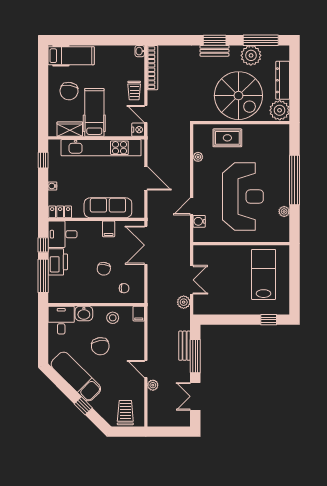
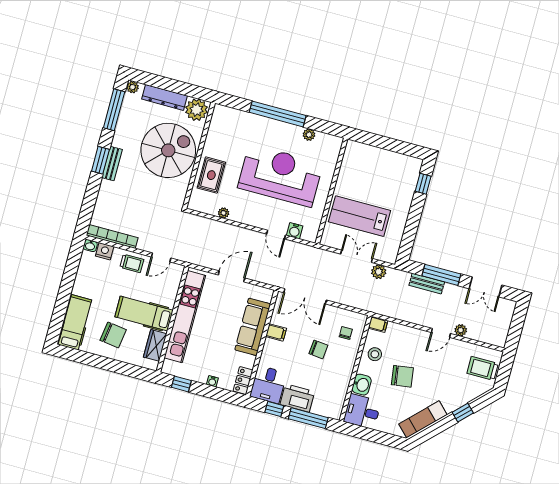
plant: (251, 55) -> (133, 87), moved, width x0.53, depth x0.53
nightstand: (138, 130) -> (105, 251), moved
lab bench: (264, 274) -> (360, 216), moved
exam couch: (76, 376) -> (423, 419), width x0.73, depth x0.69

